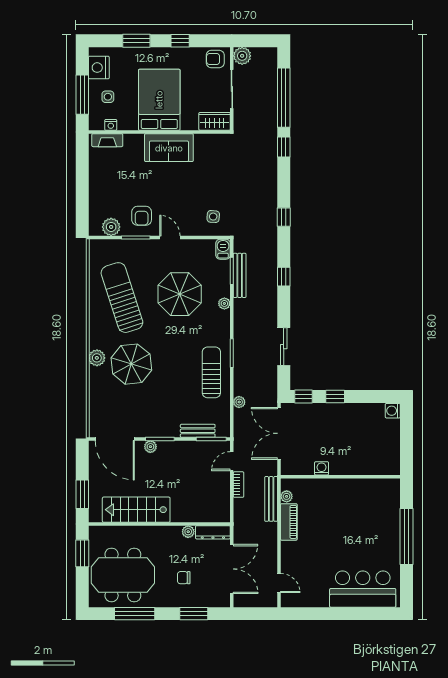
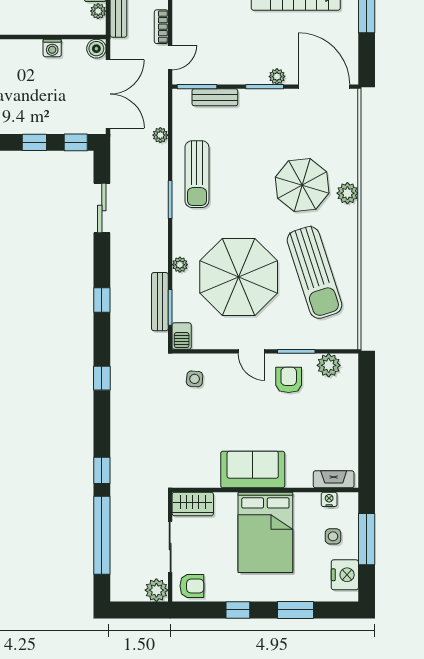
parasol: (180, 294) -> (239, 277), width x1.36, depth x1.36
boiler: (288, 468) -> (96, 49), added

